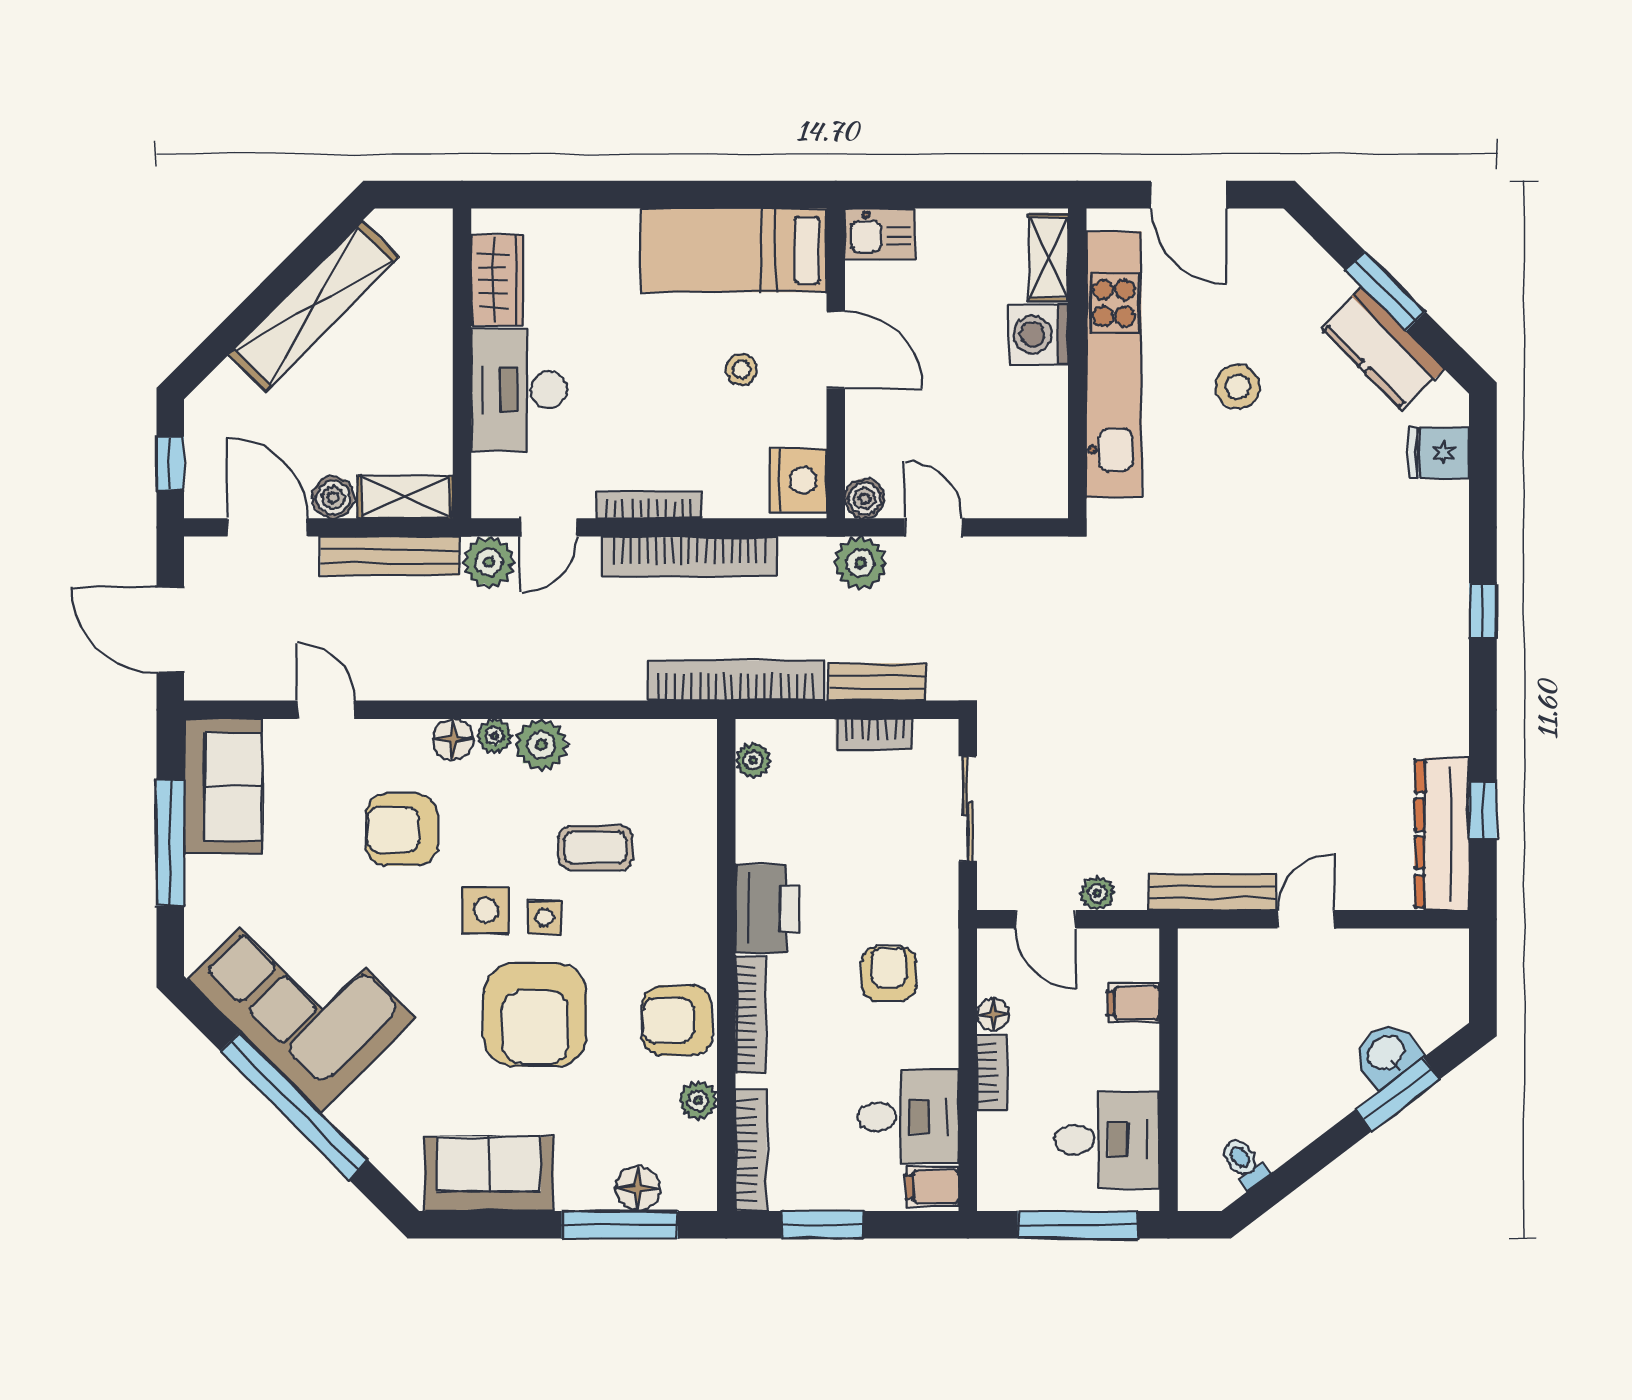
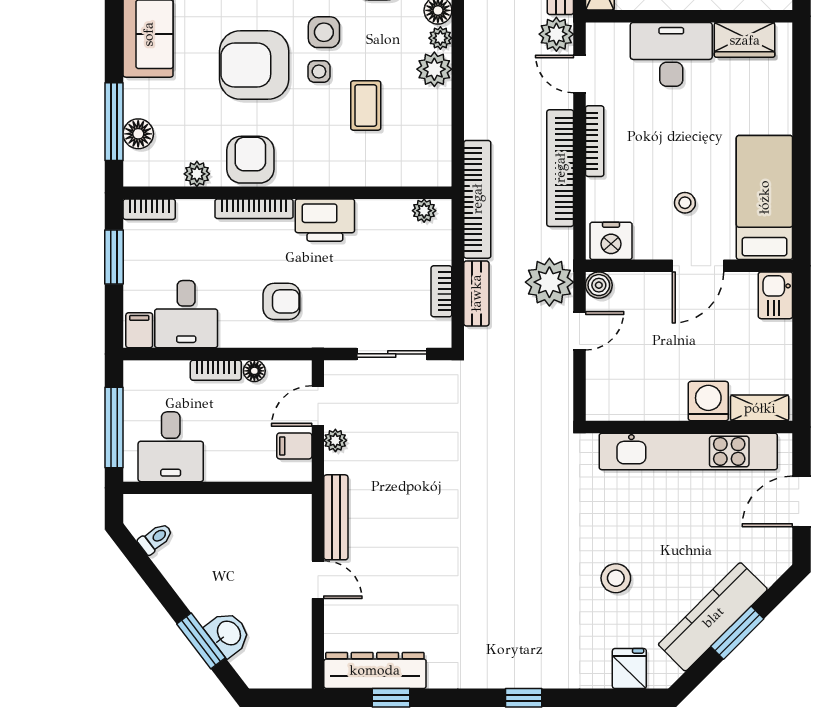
kitchen counter: (1382, 348) -> (713, 617), width x1.50
stool: (1238, 387) -> (616, 578), moved
plant: (860, 563) -> (549, 282), width x1.36, depth x1.36
filing cabinet: (1133, 1003) -> (294, 446), moved, turned -90
bookcase: (751, 1150) -> (149, 209), width x0.64

